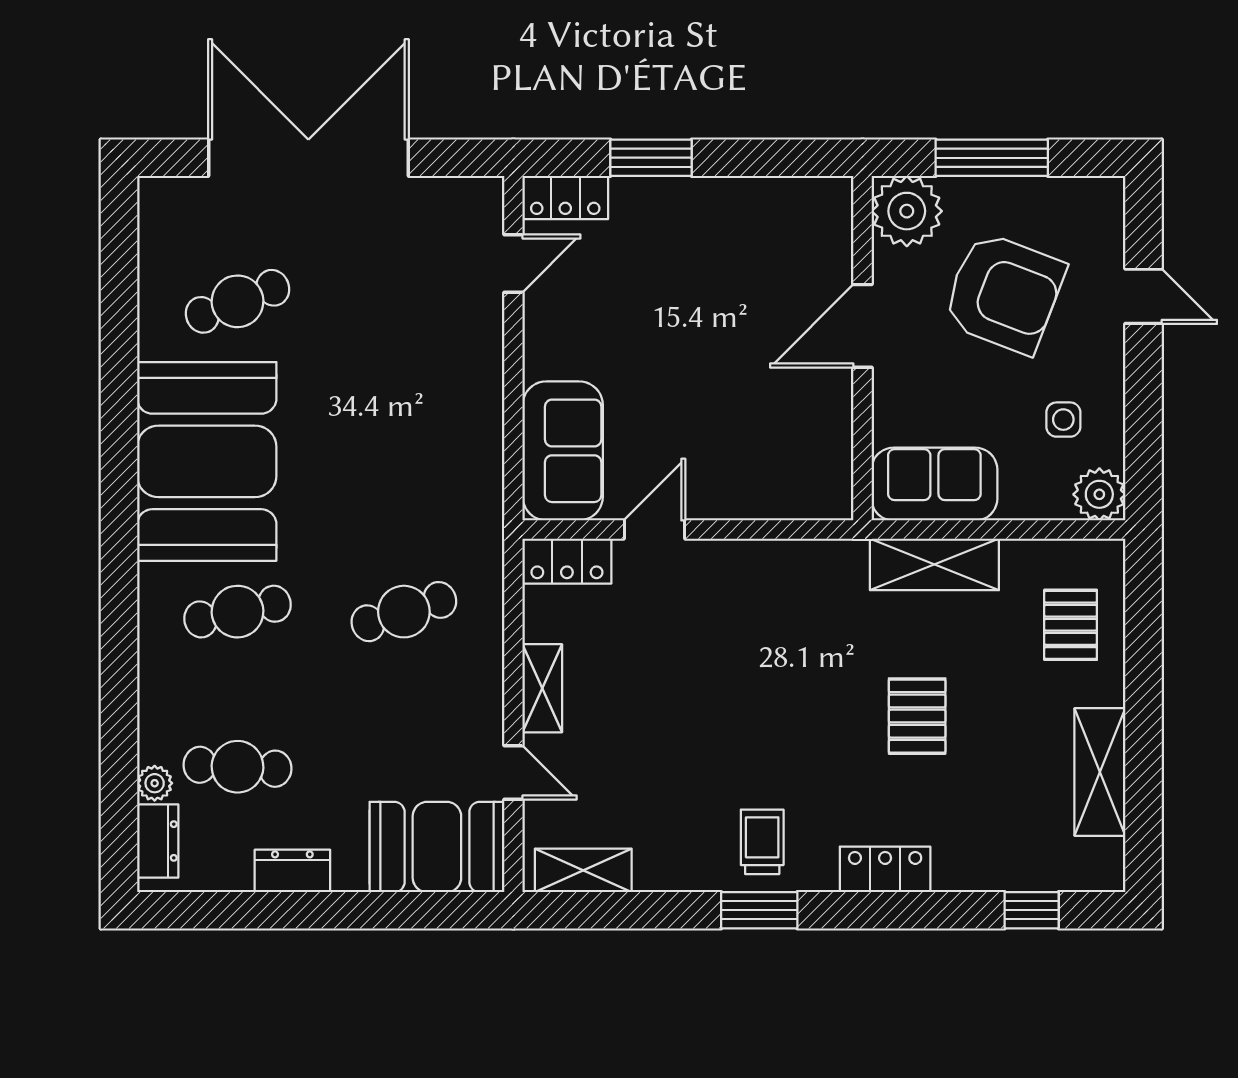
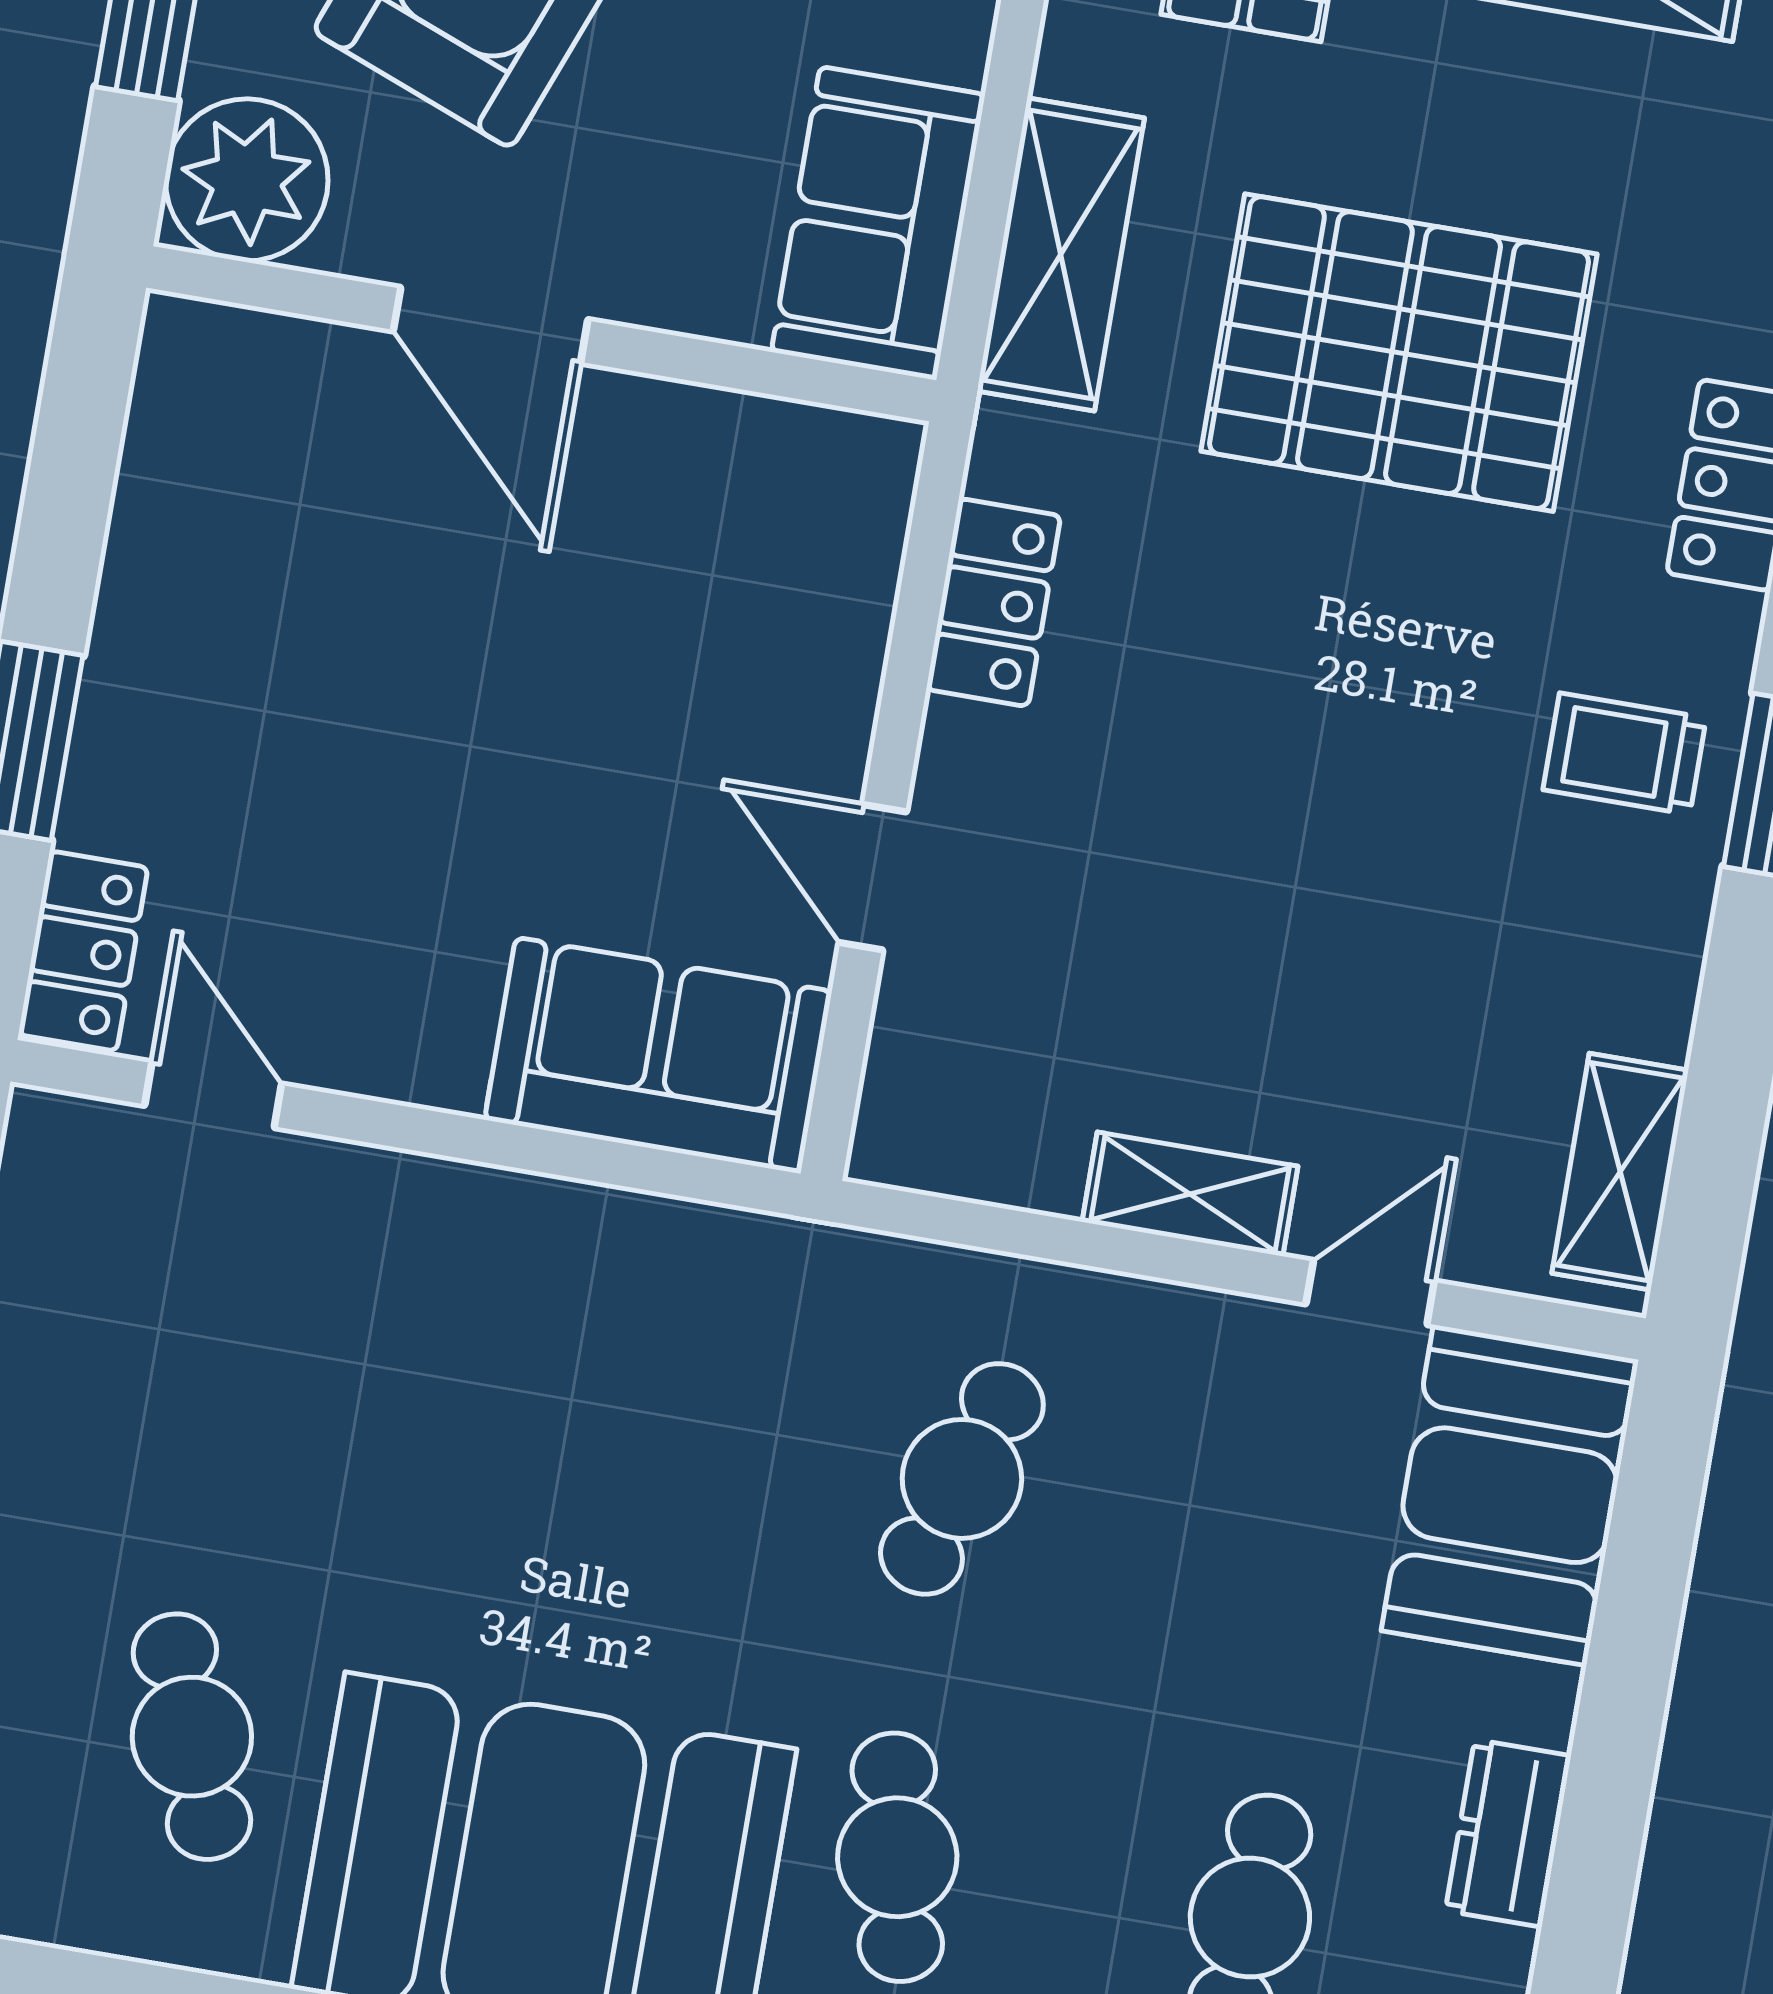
locker: (567, 561) -> (993, 602), moved
cafe table: (404, 612) -> (962, 1479), turned 36
pallet: (917, 716) -> (1399, 353), width x2.05, depth x2.00

